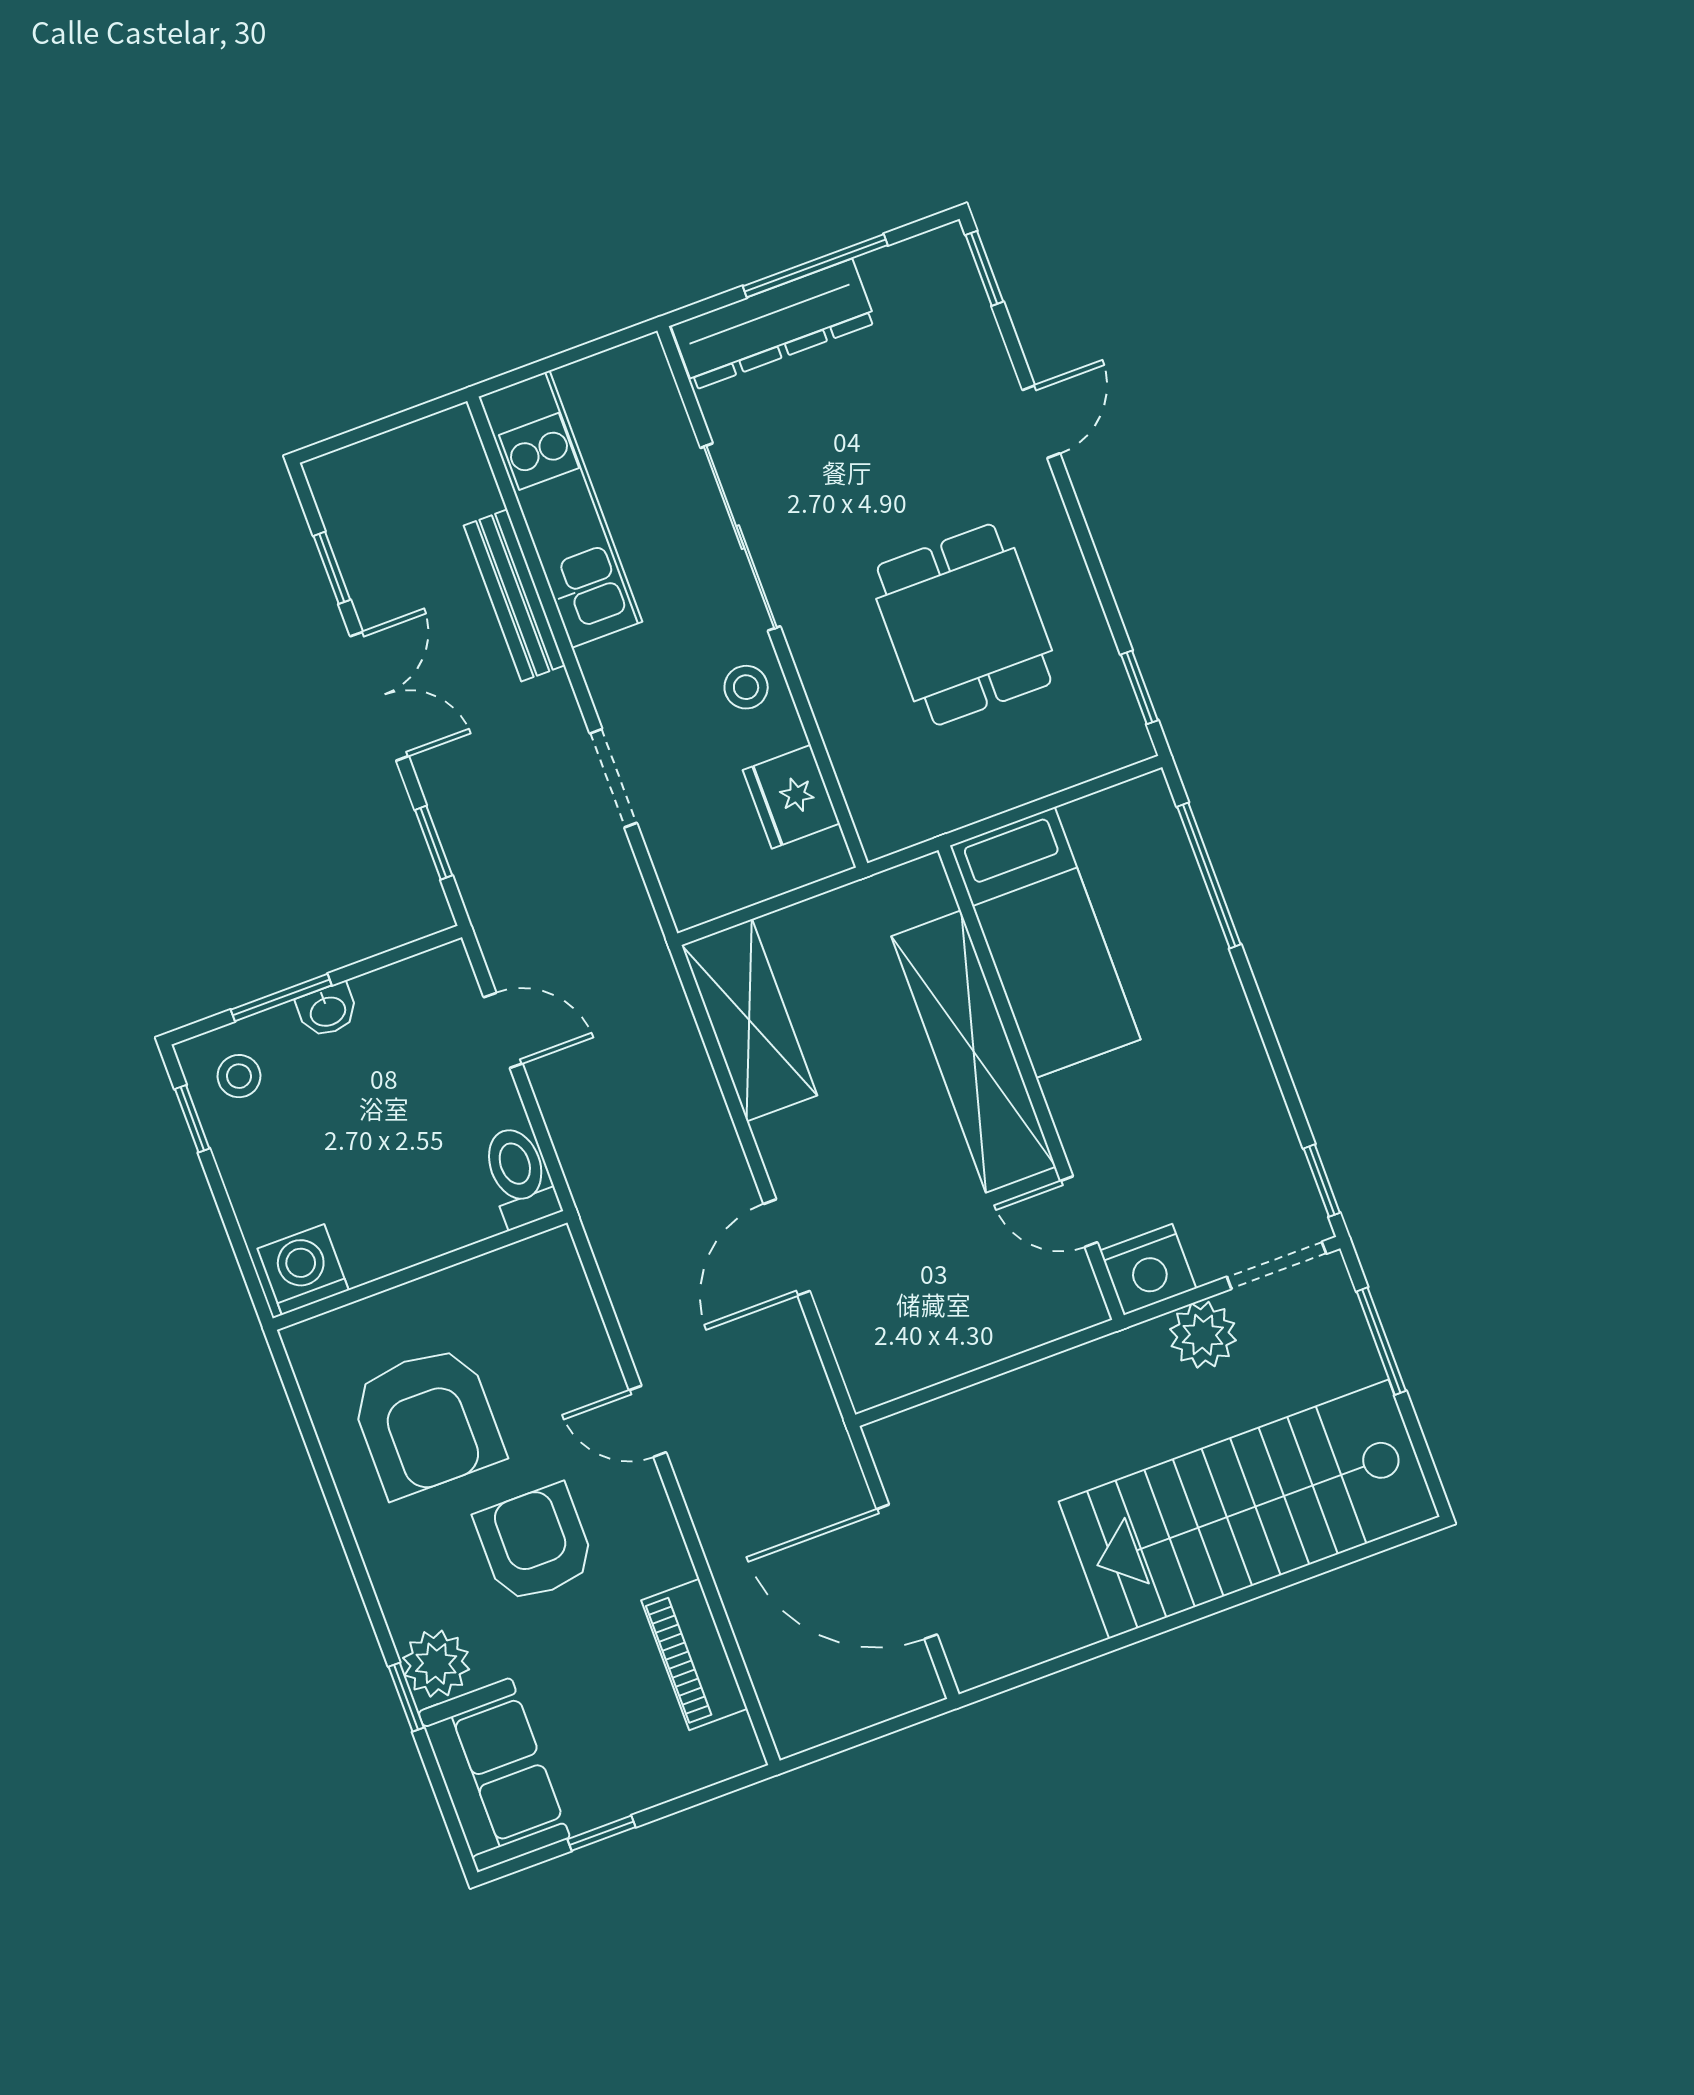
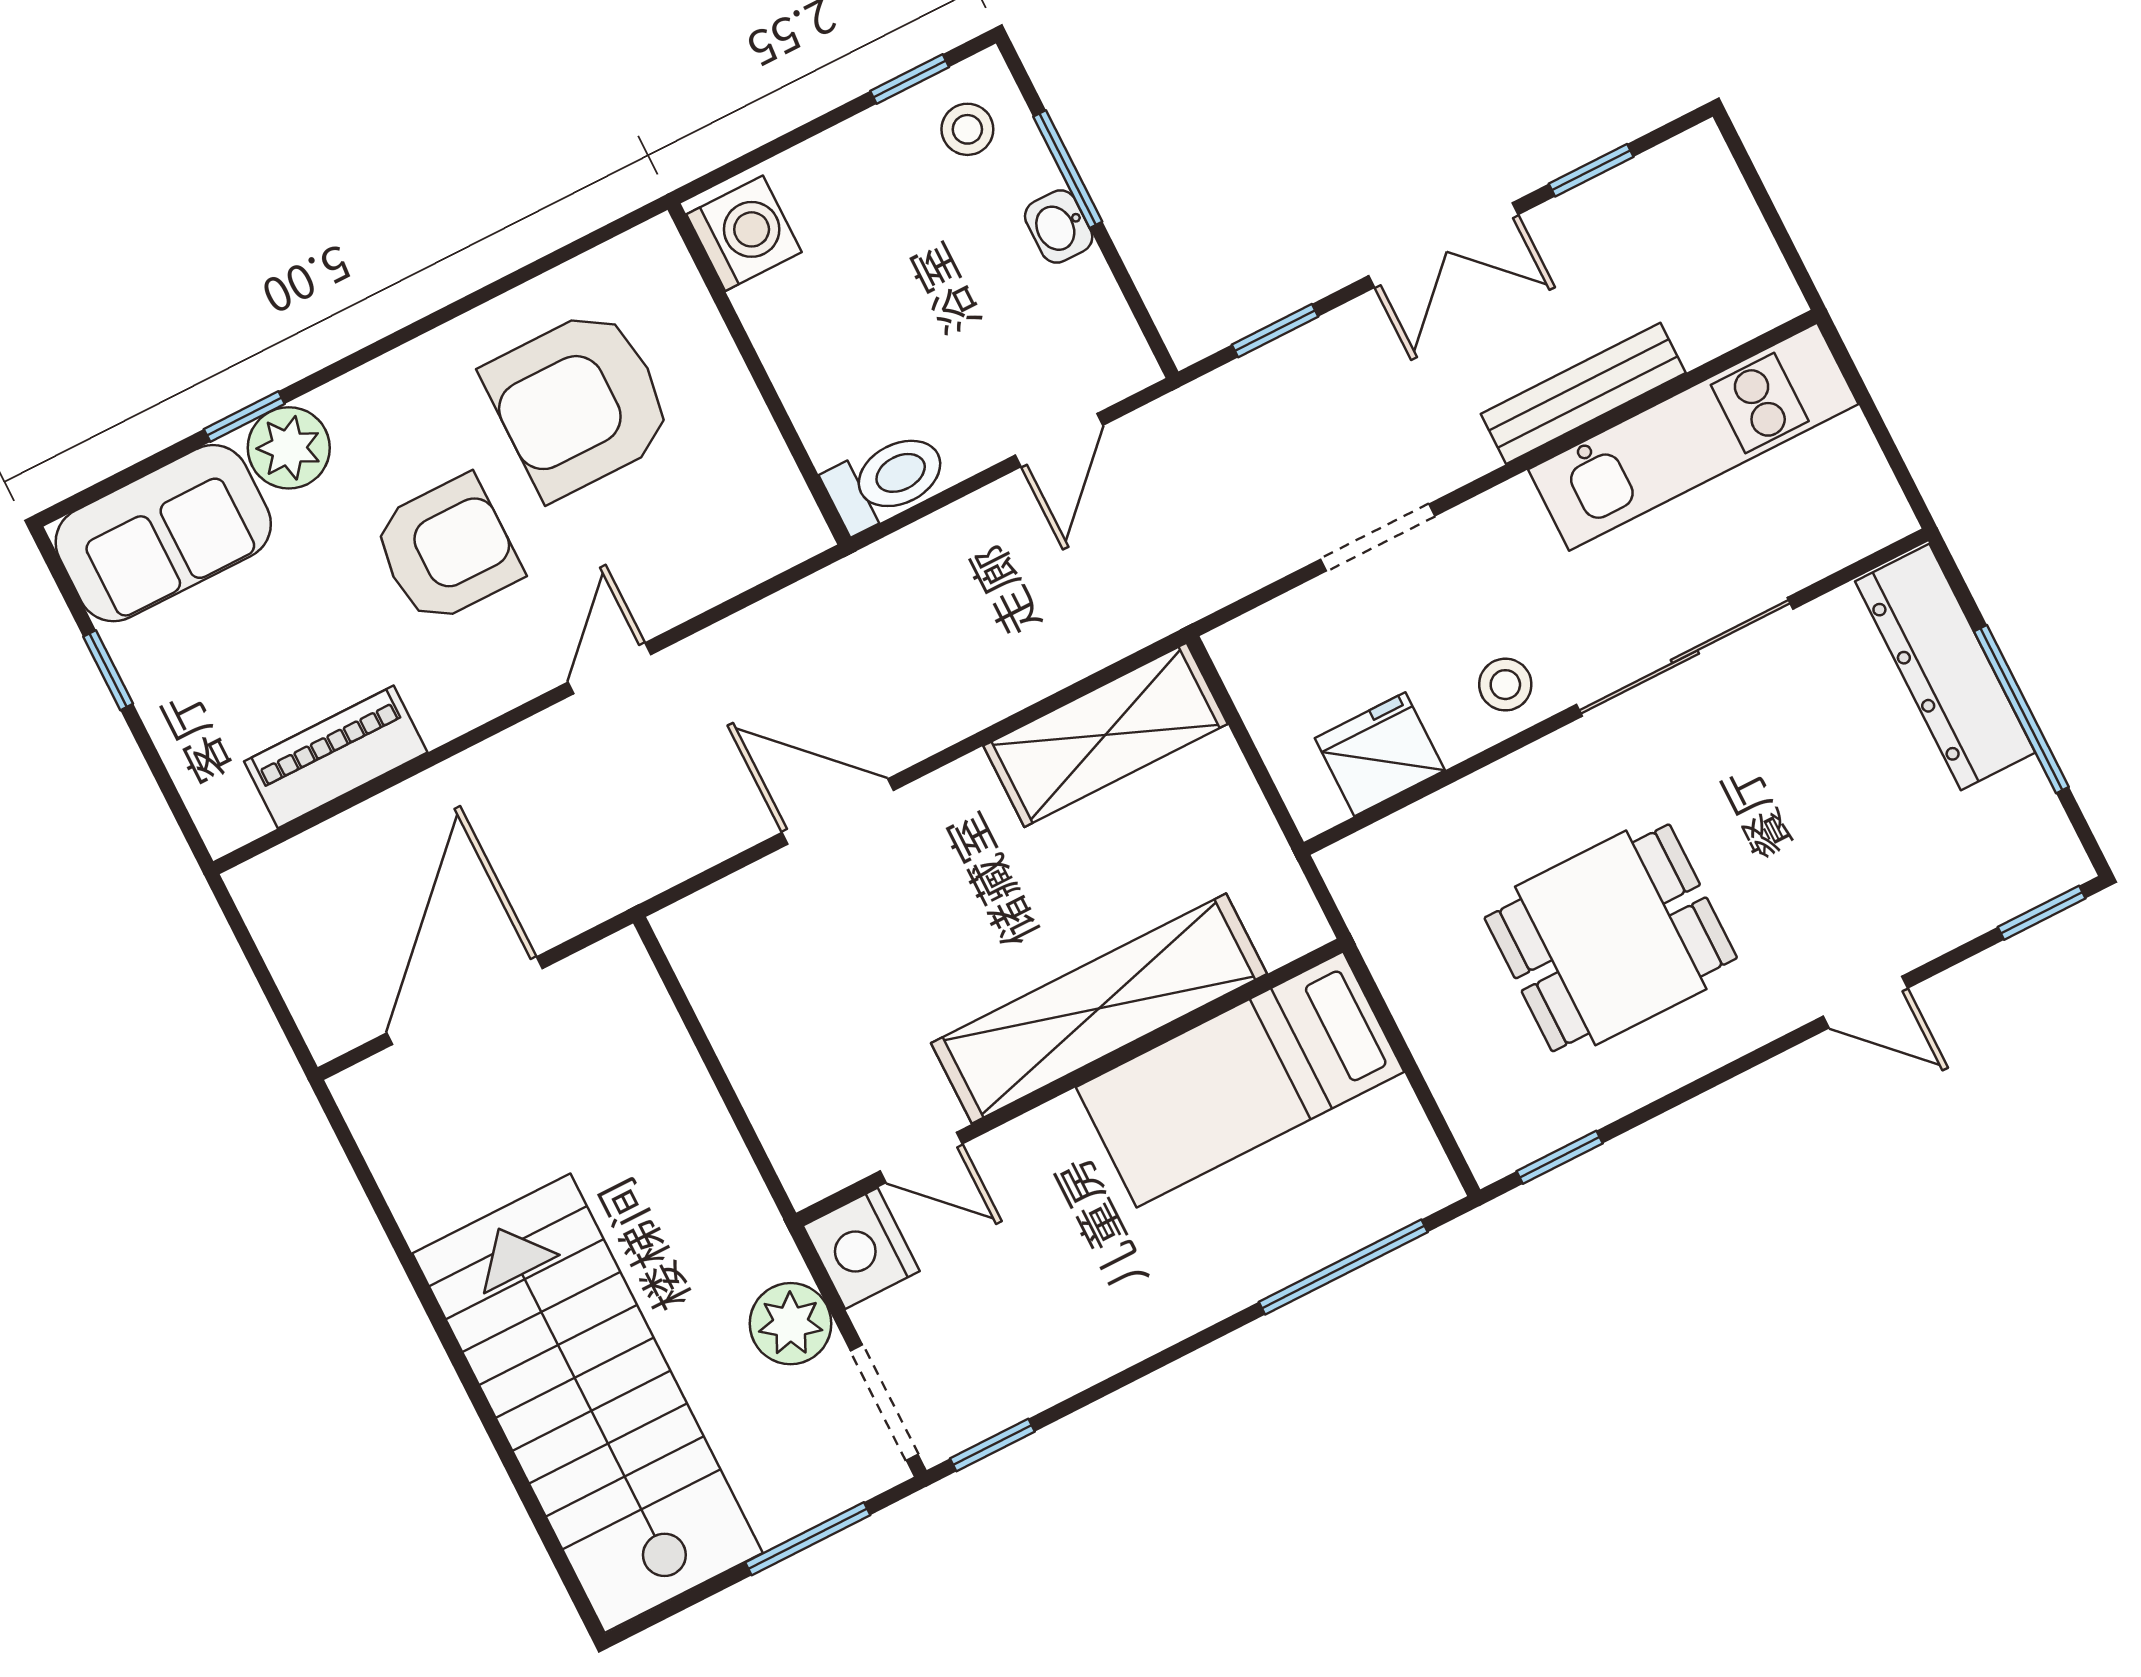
door: (1079, 1212) -> (921, 1157), swing flipped

